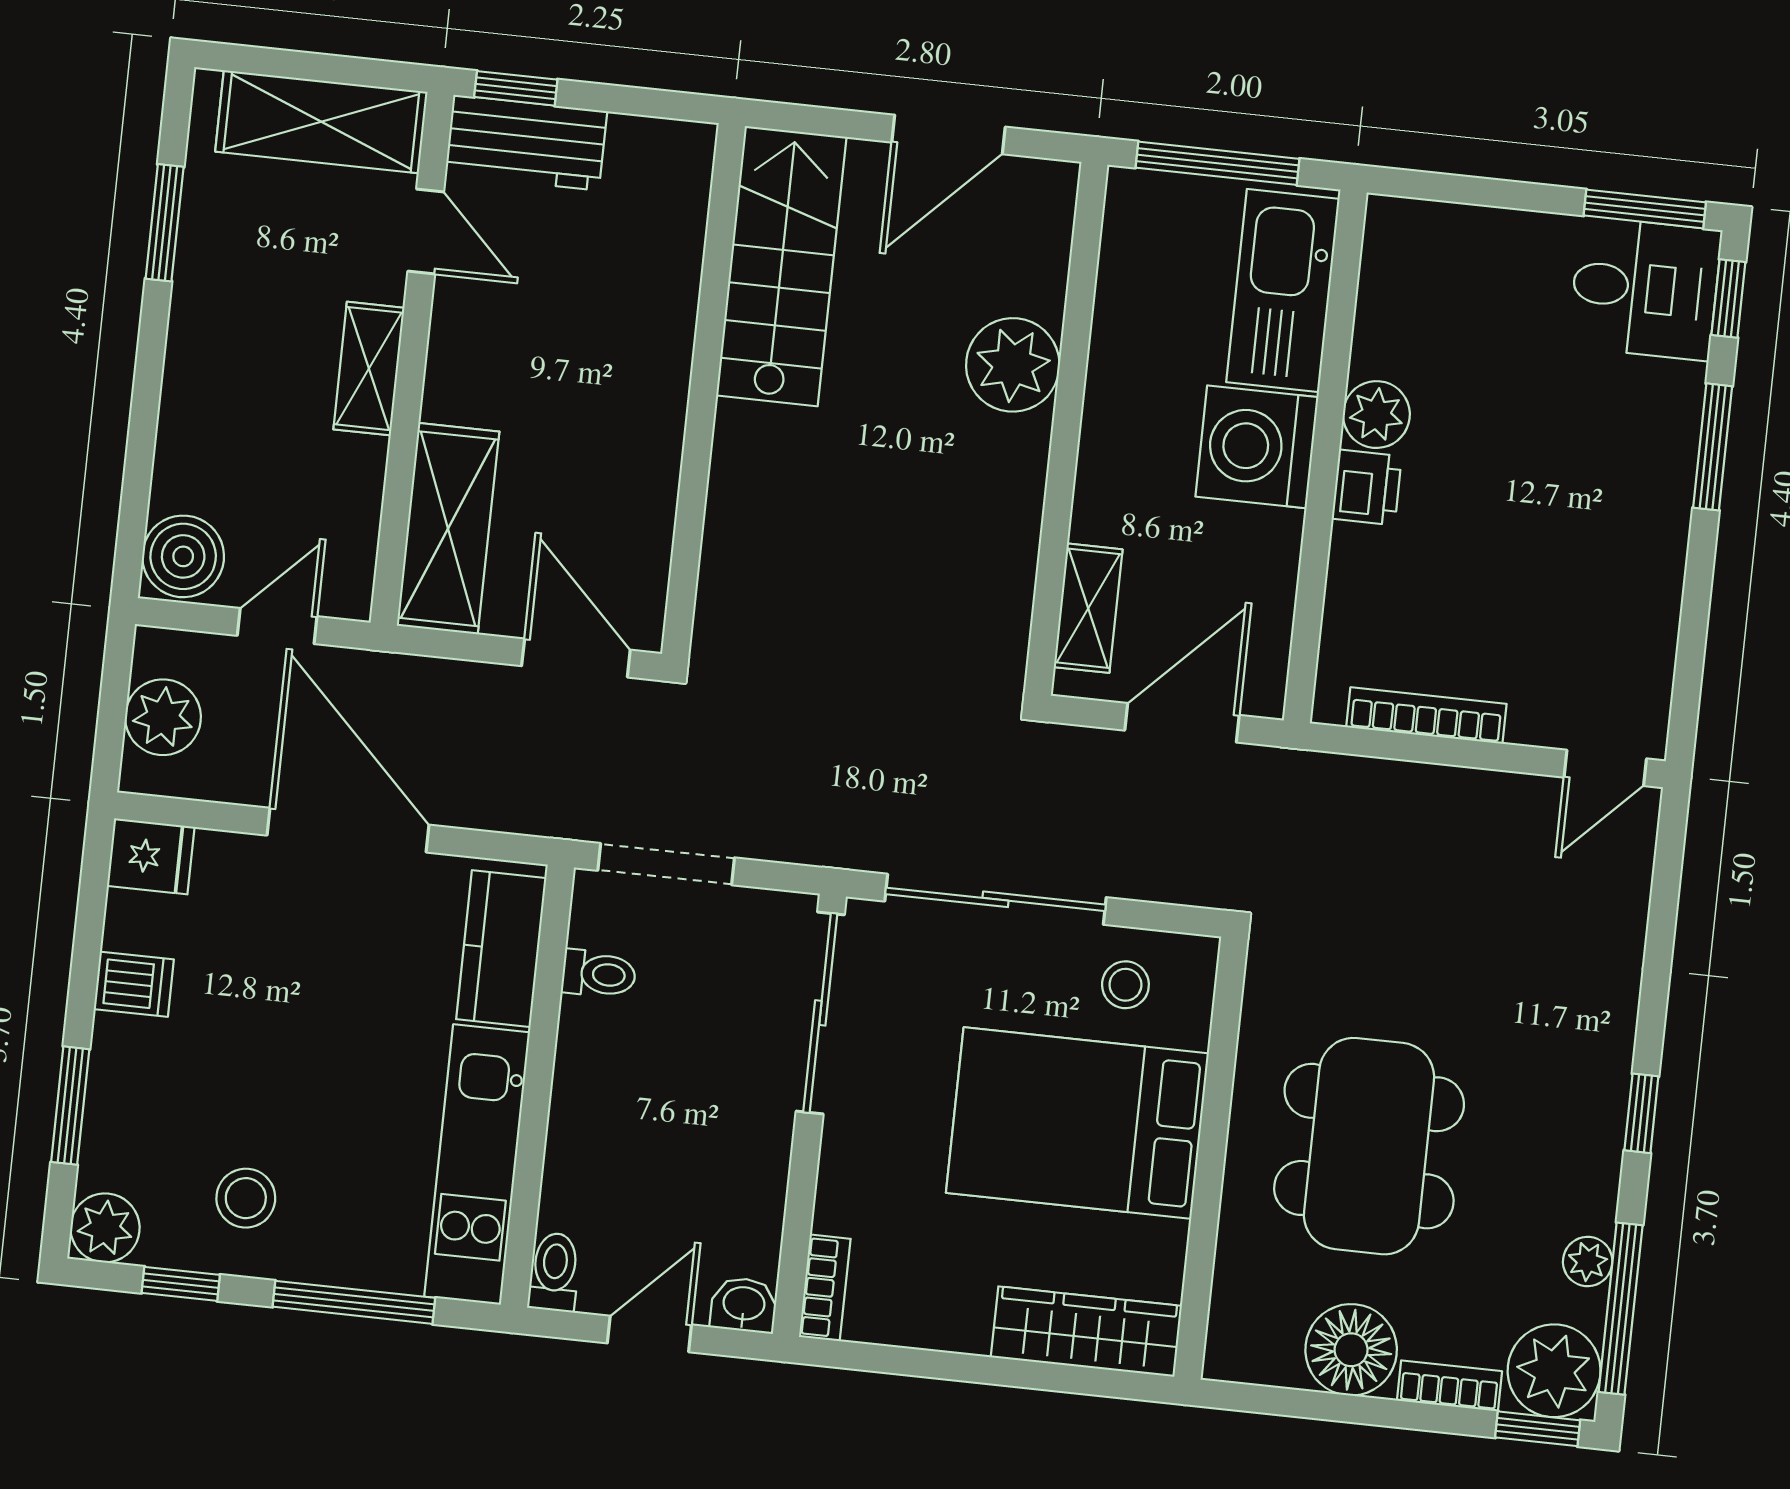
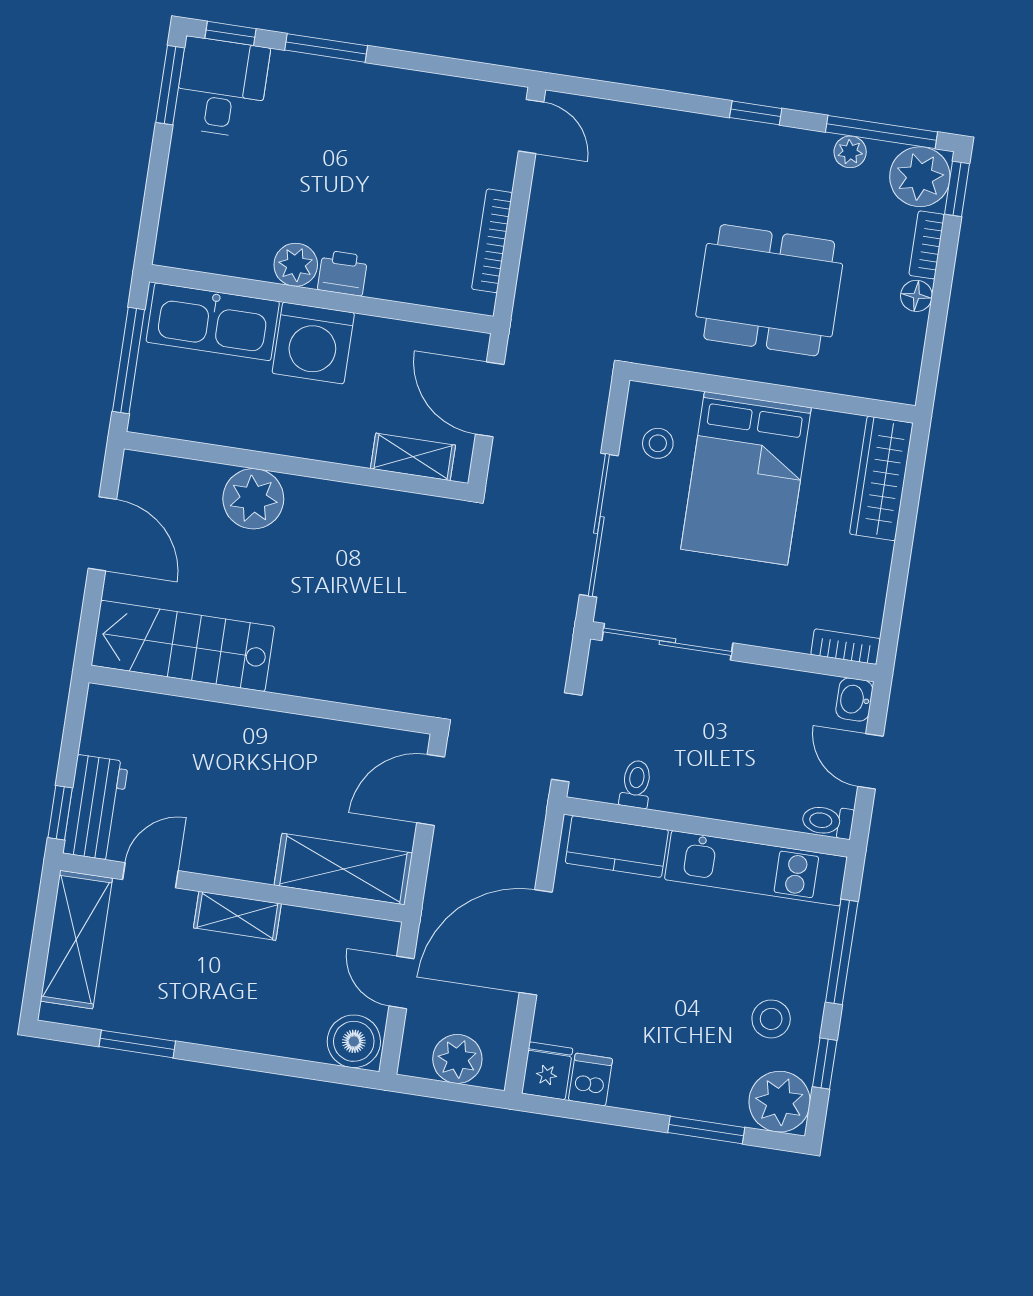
dishwasher: (134, 984) -> (590, 1079), moved
plant: (105, 1228) -> (780, 1102), width x1.36, depth x1.36
floor lamp: (1351, 1350) -> (916, 296), width x0.53, depth x0.53

